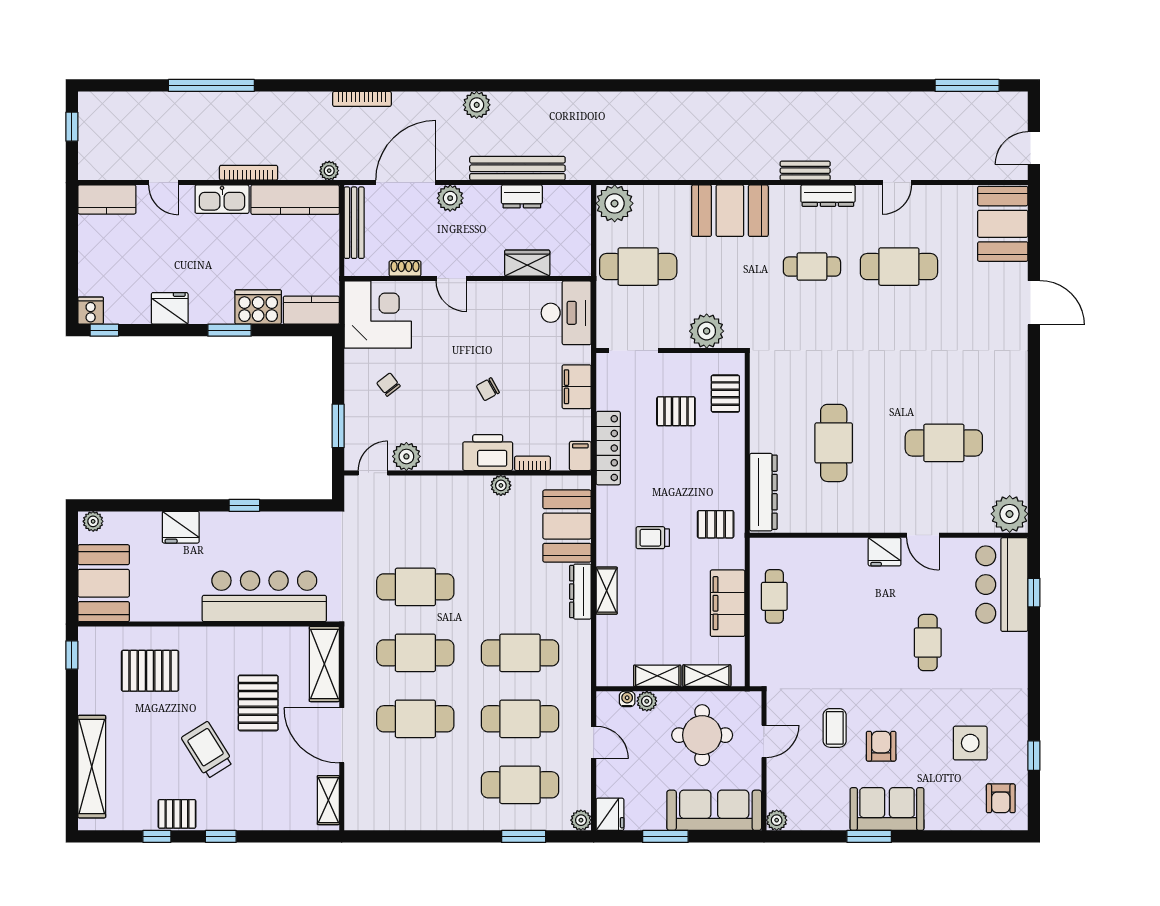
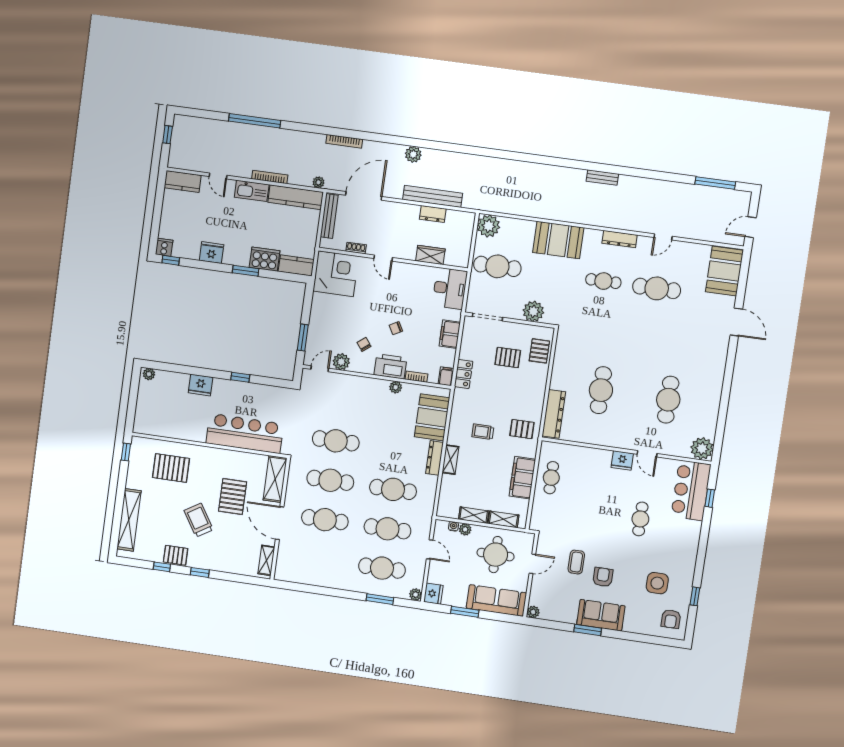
bench: (805, 171) -> (602, 177), moved
plant: (450, 198) -> (389, 209), removed
chair: (388, 385) -> (364, 344), moved
cafe table: (944, 443) -> (668, 400), turned 90
locker: (608, 448) -> (464, 374), width x0.66
booth: (104, 583) -> (150, 412), removed

